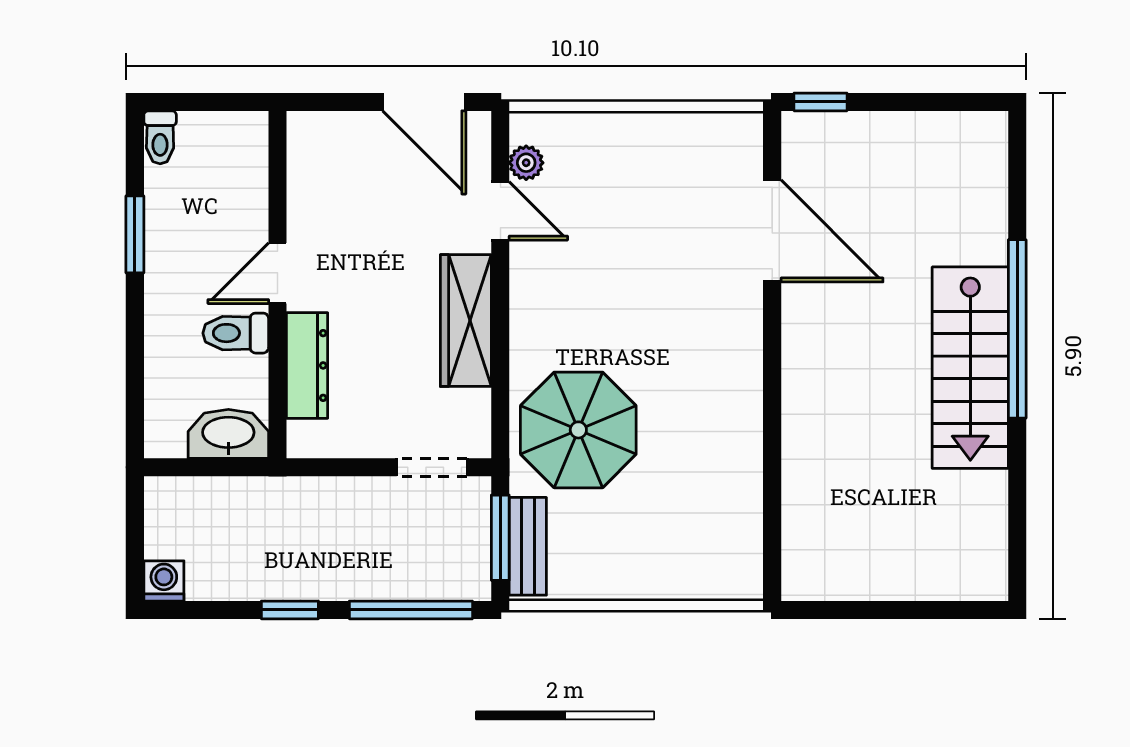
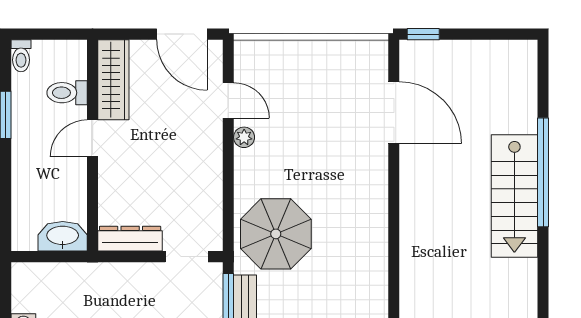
plant: (526, 163) -> (244, 137), moved
wardrobe: (466, 321) -> (113, 80), moved, turned 180
toilet: (236, 333) -> (67, 93), moved
dresser: (307, 365) -> (130, 239), moved, turned -90

